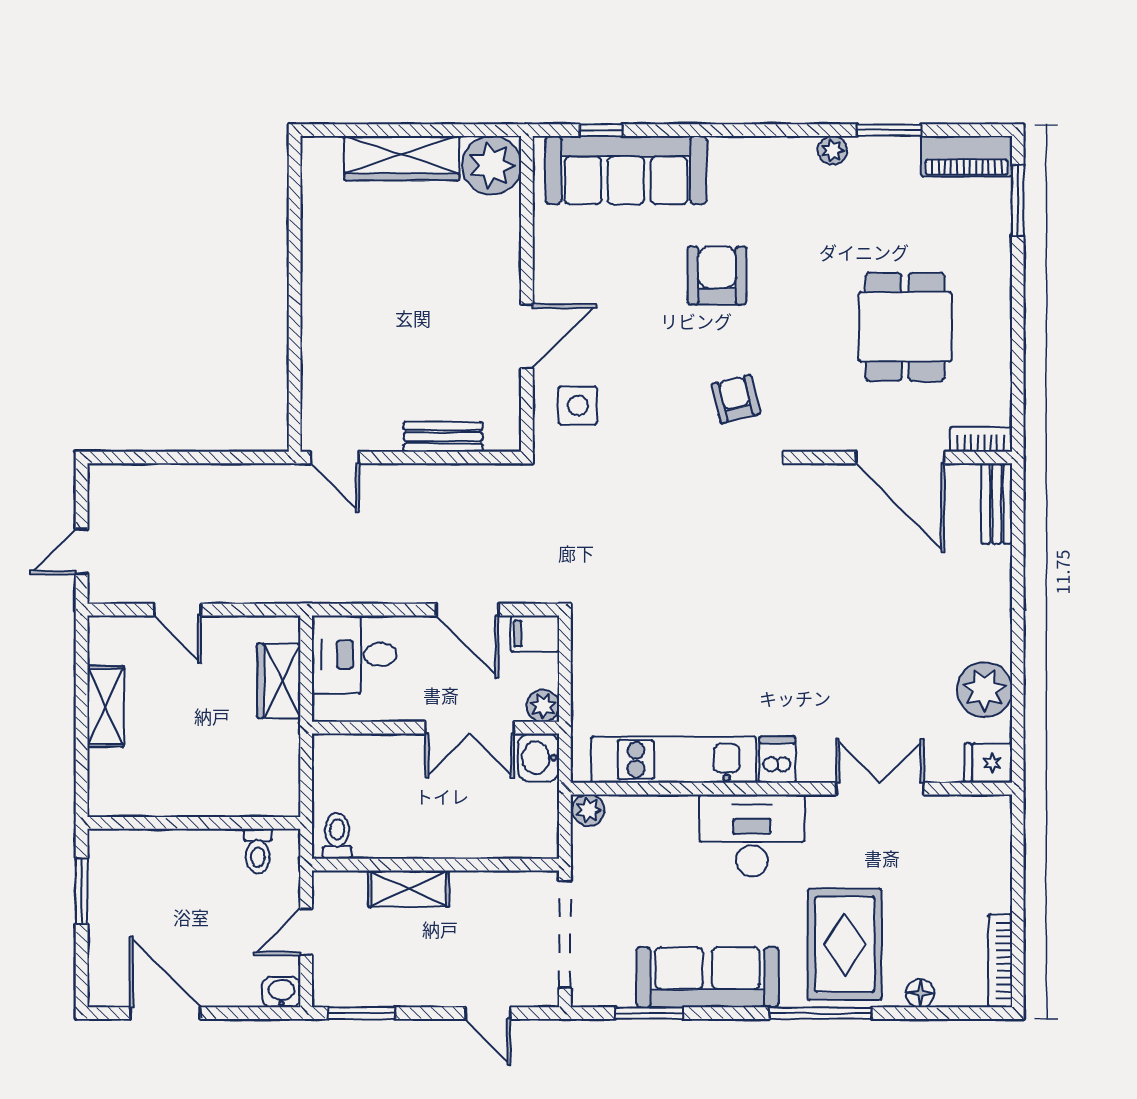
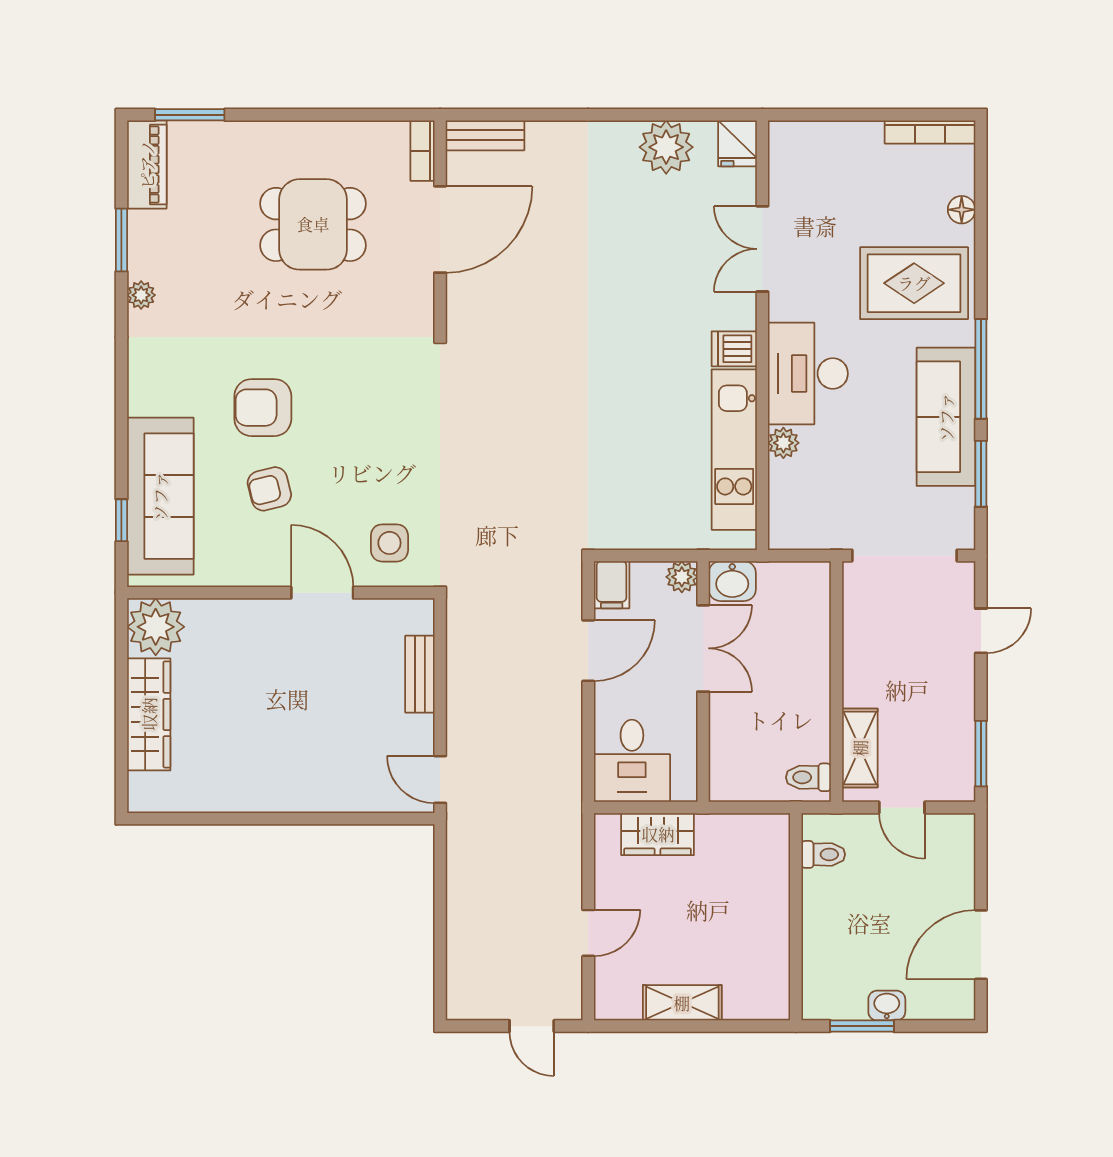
armchair: (736, 399) -> (269, 489), moved
door: (335, 457) -> (440, 779), swing flipped
plant: (588, 810) -> (783, 443), moved
shelving: (409, 889) -> (860, 748), moved
washbasin: (281, 992) -> (887, 1006), moved, turned 90
window: (820, 1013) -> (981, 369), moved

